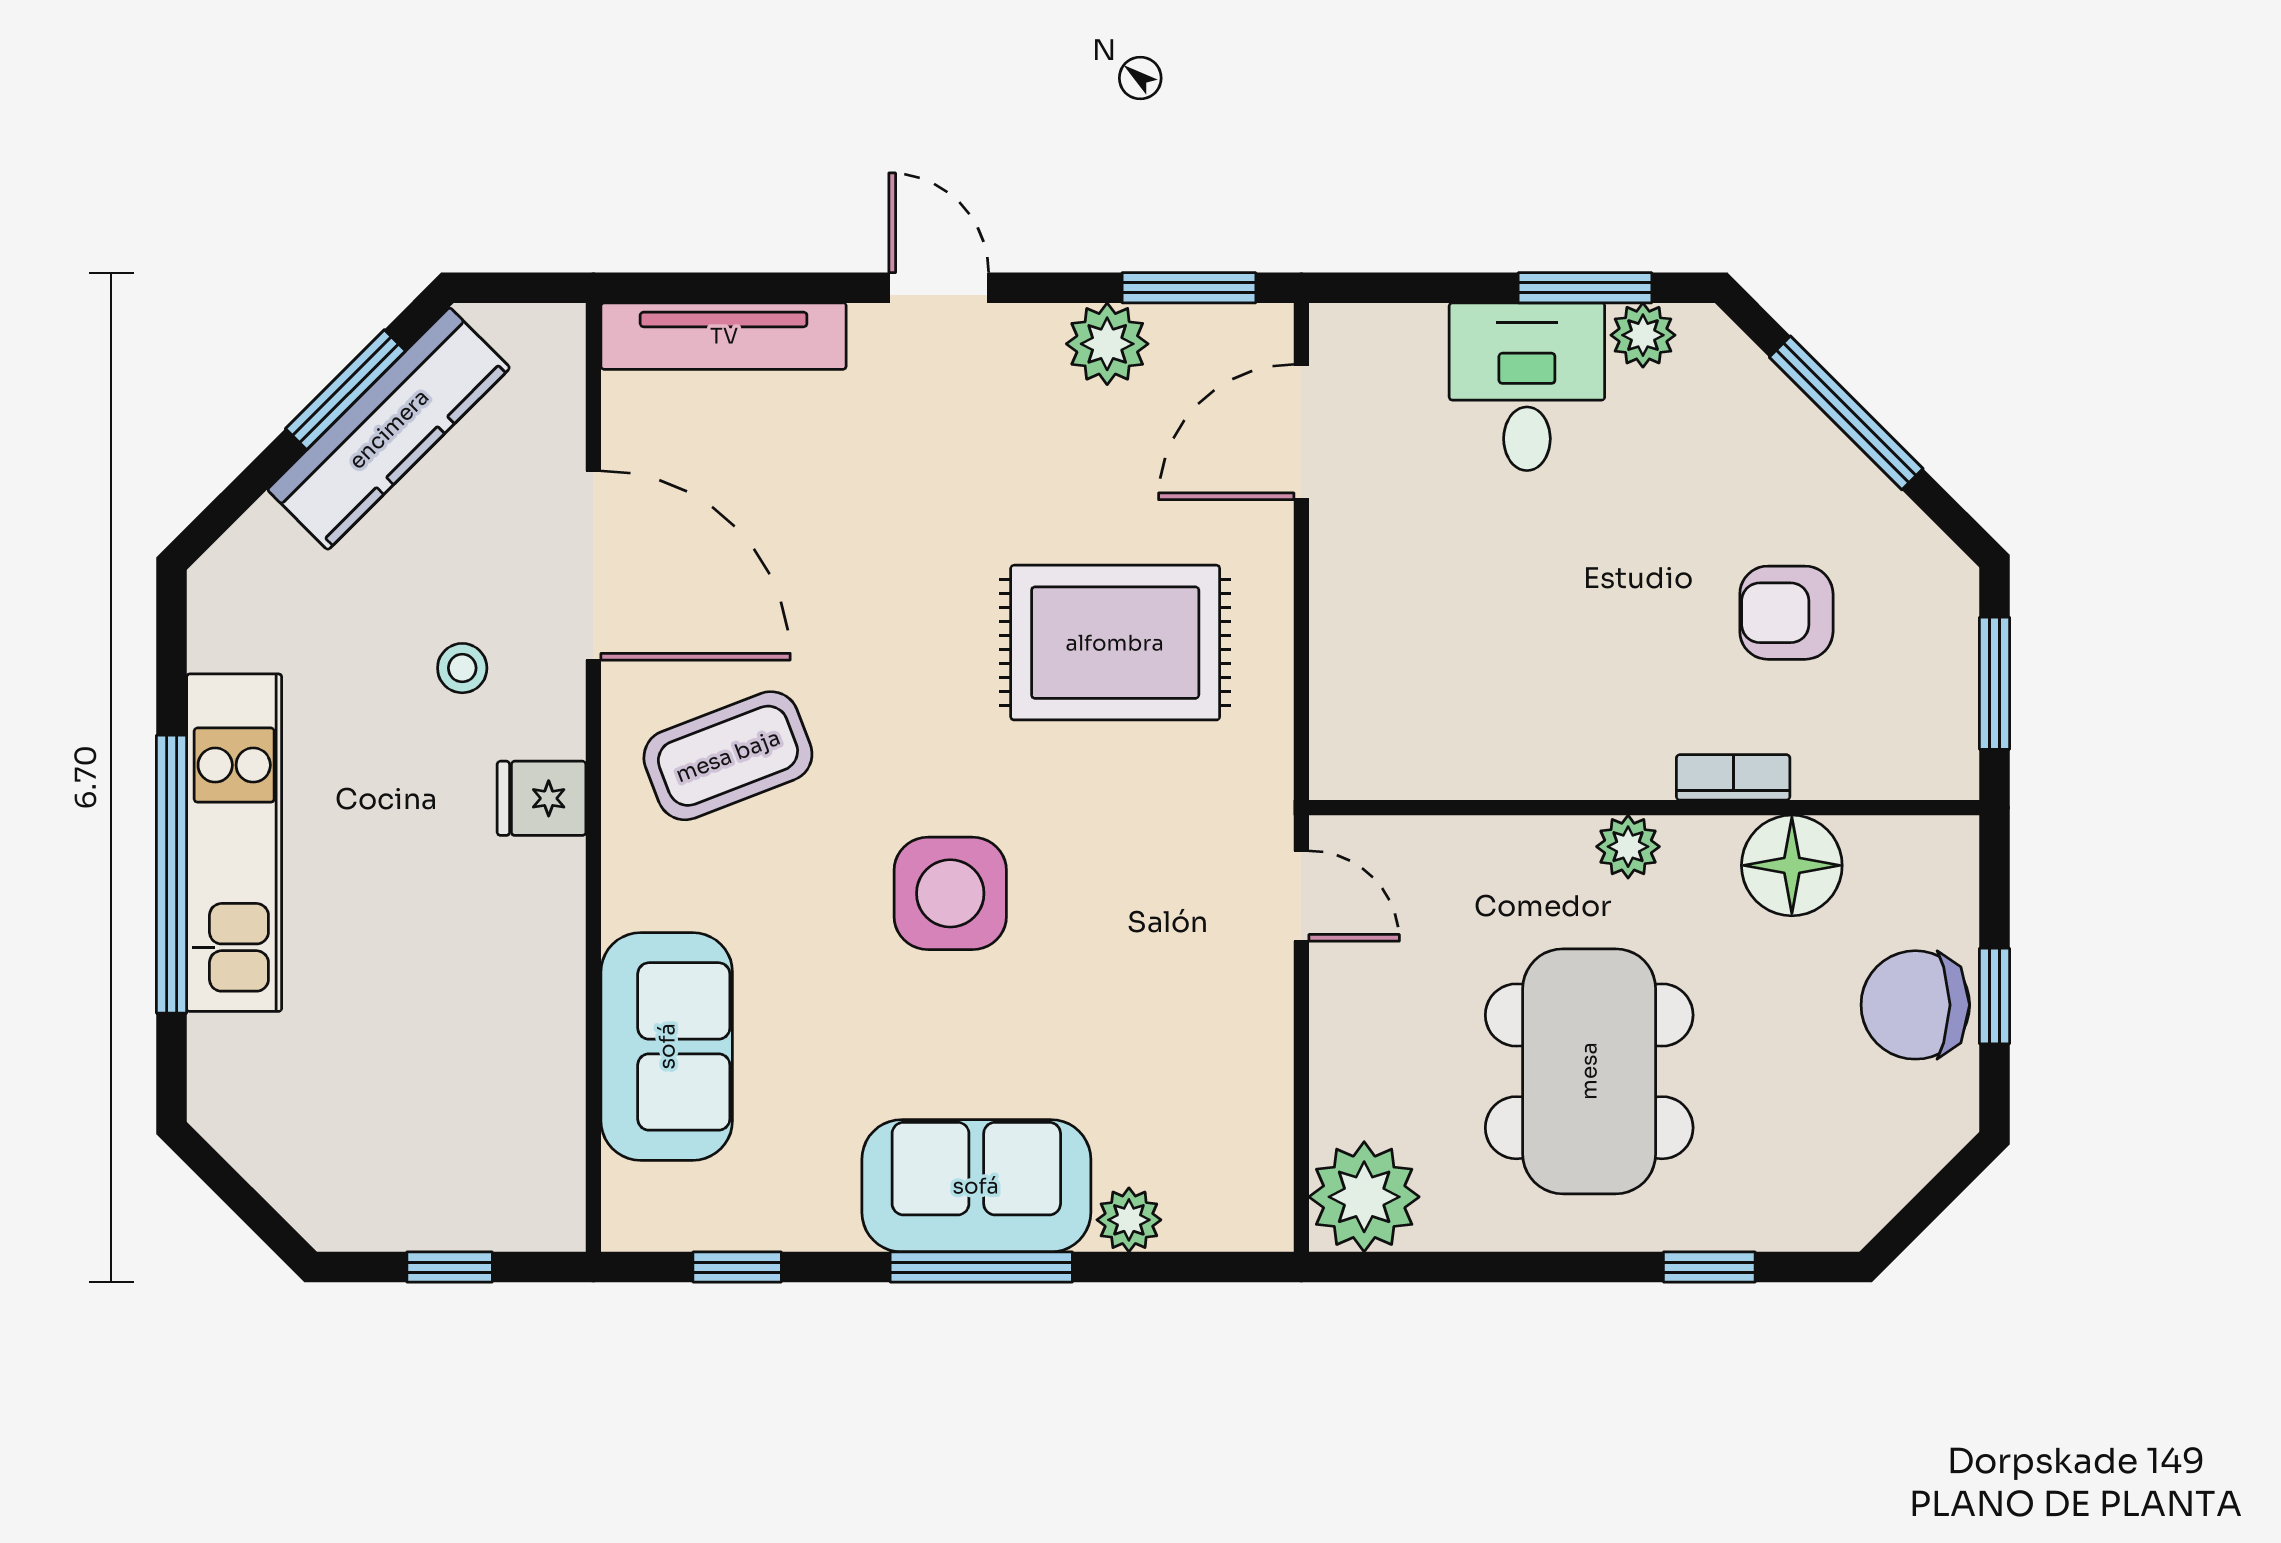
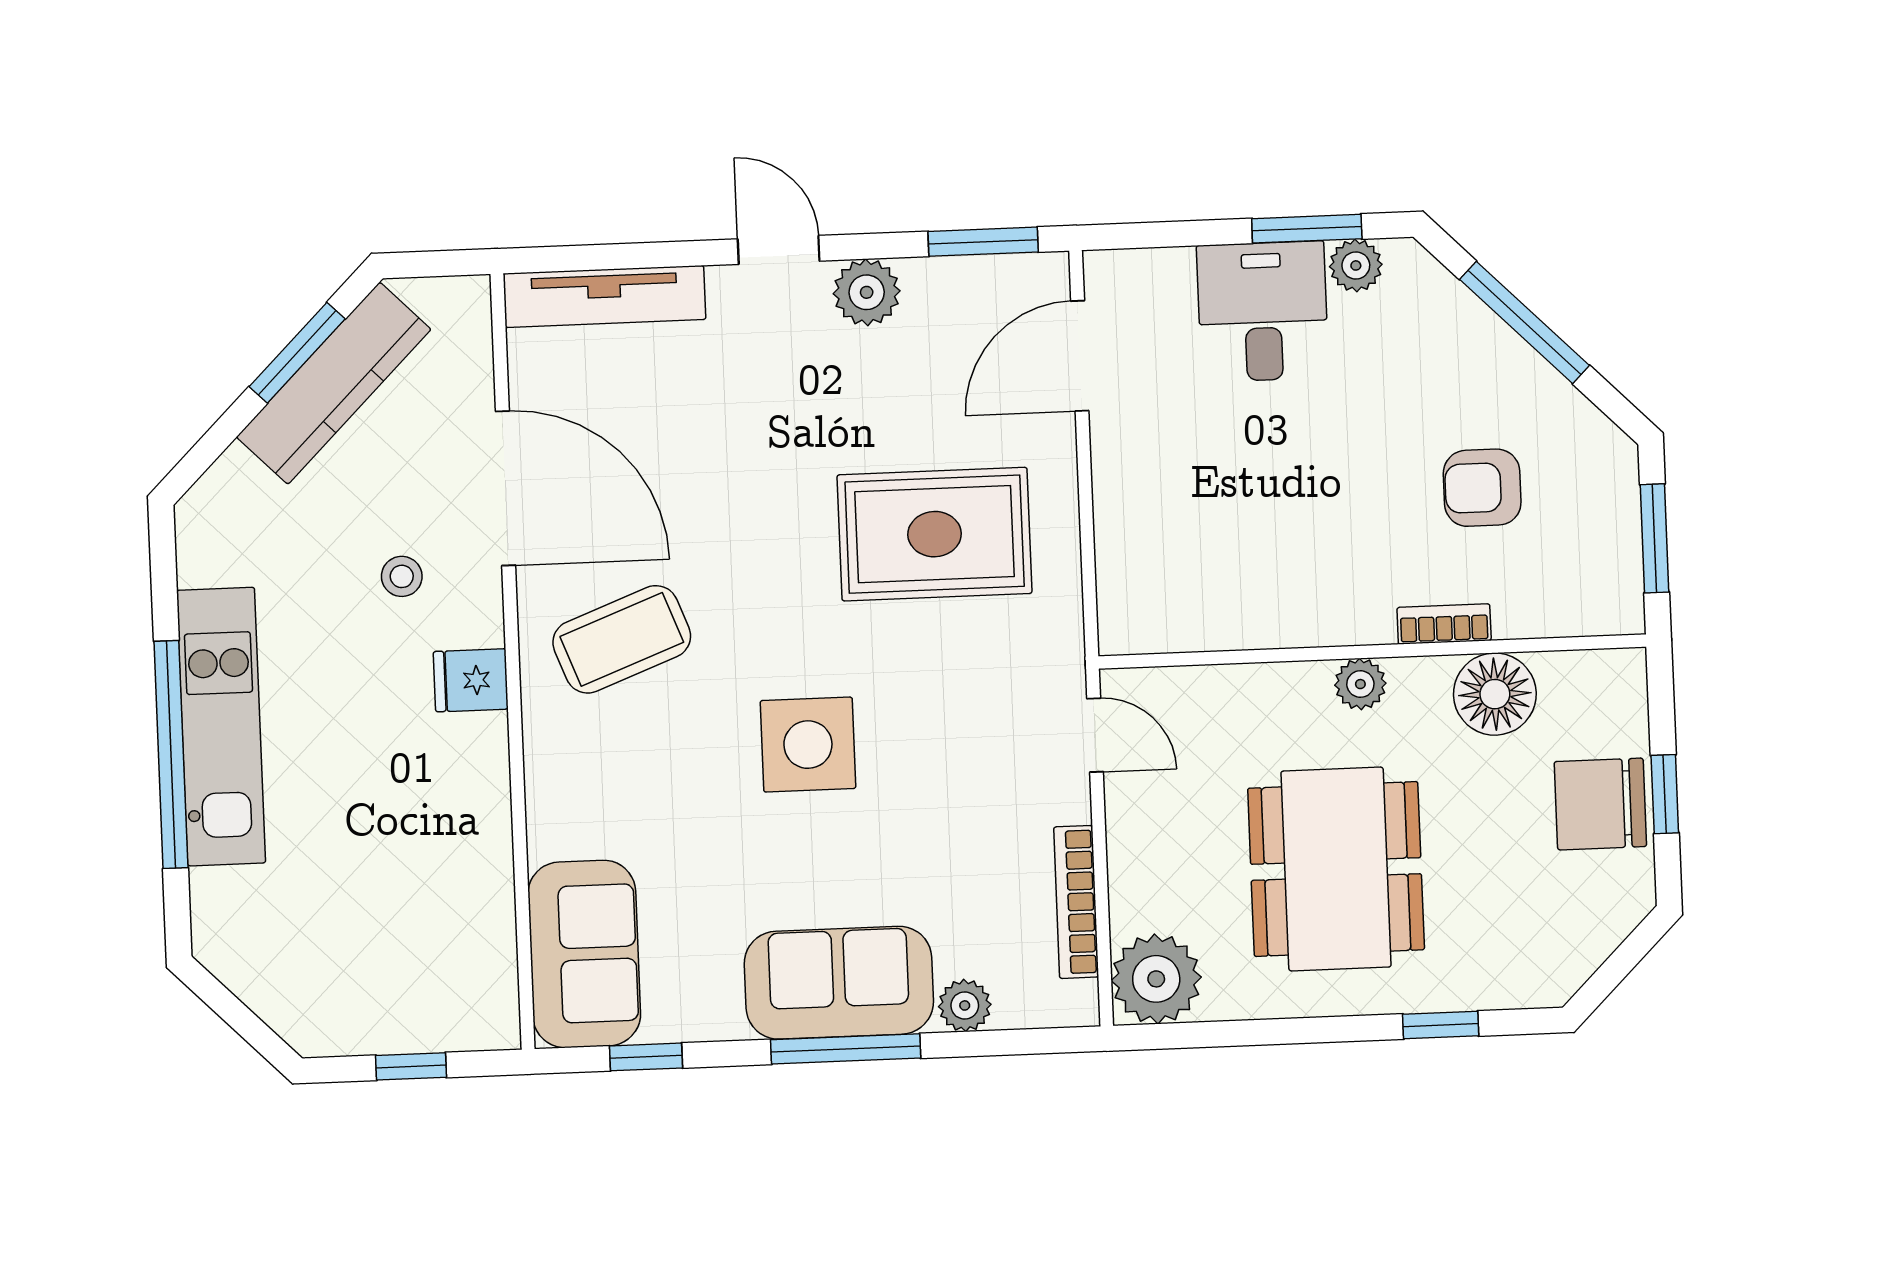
plant: (1107, 344) -> (867, 292), moved
sofa: (667, 1046) -> (584, 954), moved
bookcase: (1270, 1099) -> (1076, 902), added

